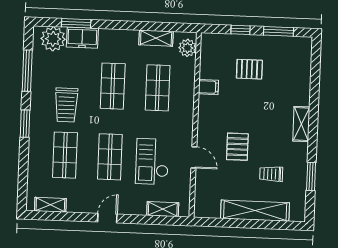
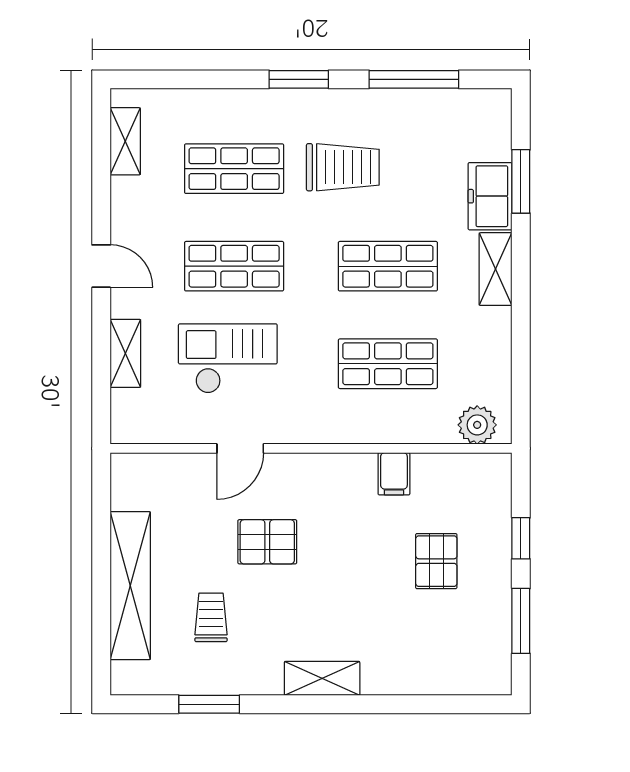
shelving: (156, 38) -> (496, 269), moved
plant: (53, 39) -> (485, 133), removed
trolley: (66, 105) -> (343, 167), turned 180
shelving: (163, 209) -> (125, 353), moved

